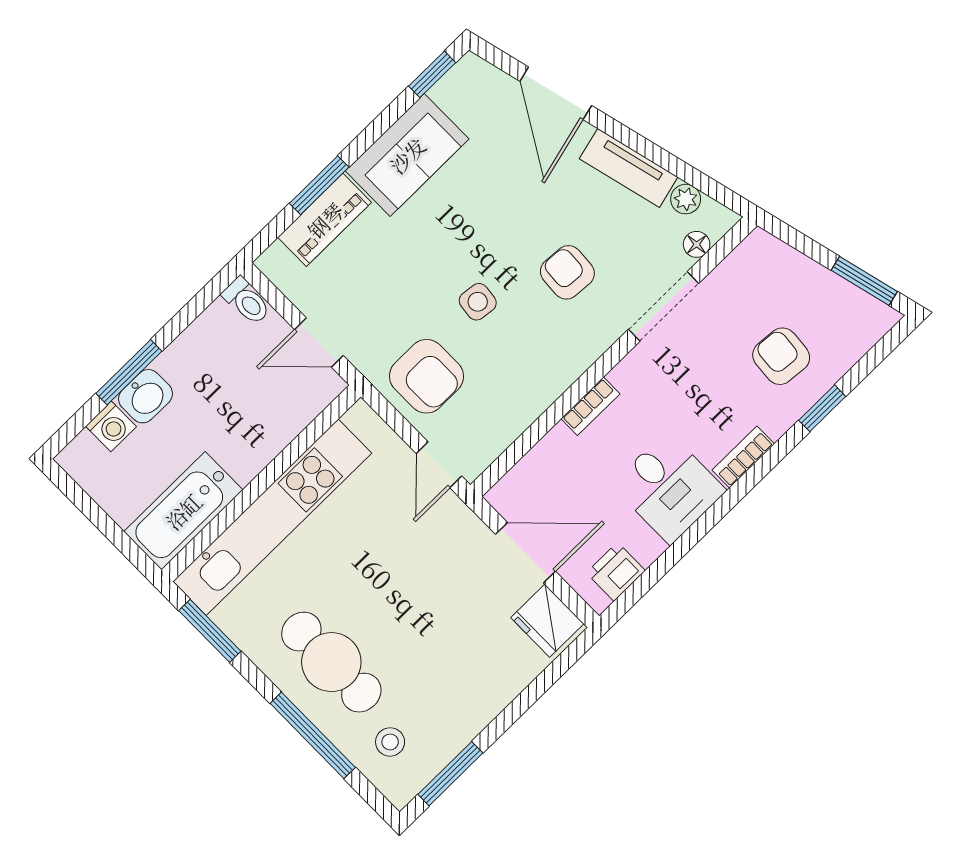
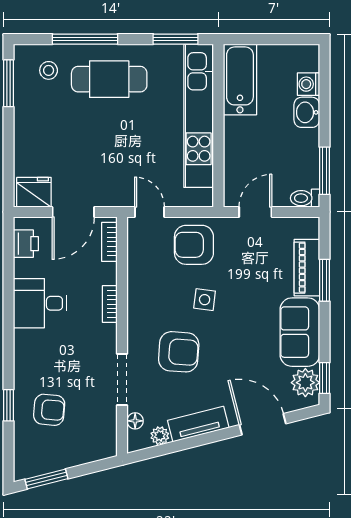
plant: (459, 91) -> (305, 383), added
armchair: (567, 272) -> (179, 352), width x1.38, depth x1.38
window: (129, 372) -> (325, 171), moved
bookcase: (743, 457) -> (109, 242), moved, turned 180

